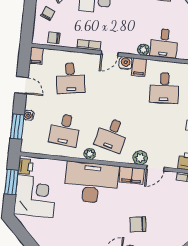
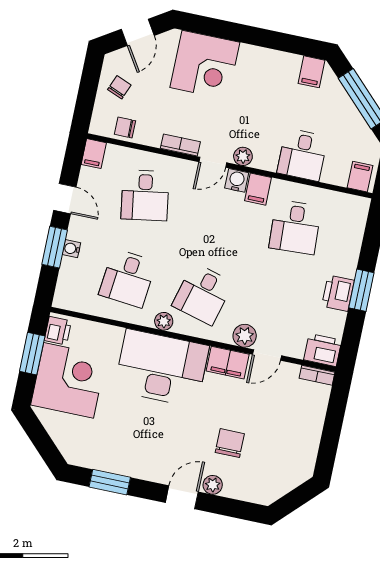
plant: (143, 50) -> (243, 156), moved
window: (17, 127) -> (55, 247), moved
chair: (138, 224) -> (230, 443), turned 98

